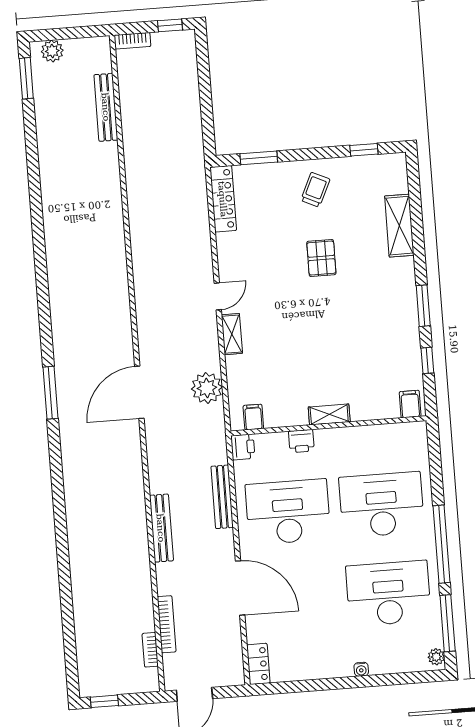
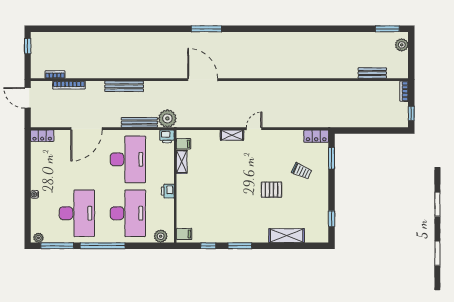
bench: (106, 107) -> (372, 73), width x0.73
trolley: (315, 190) -> (302, 171), moved
locker: (223, 199) -> (316, 136), width x0.66
door: (218, 296) -> (254, 129), swing flipped
plant: (207, 388) -> (167, 118), moved
shelving: (329, 414) -> (182, 162), moved
printer: (301, 441) -> (168, 191), moved
plant: (417, 445) -> (161, 236), added

